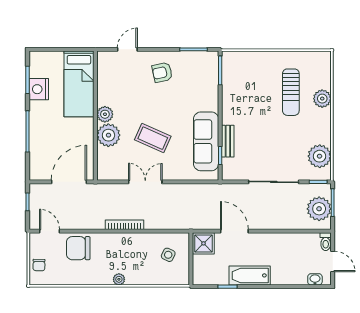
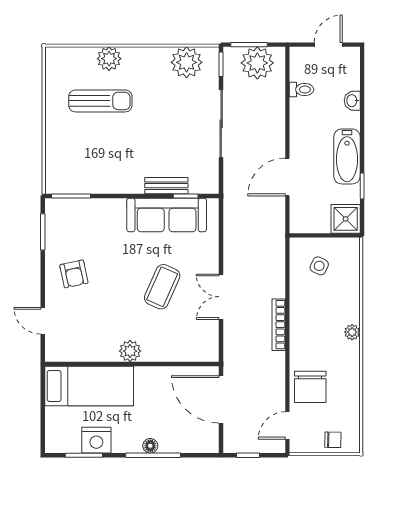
floor lamp: (35, 129) -> (150, 446), added
plant: (108, 135) -> (158, 346), removed
toilet: (326, 242) -> (302, 89), moved
shower: (204, 243) -> (346, 219), moved
washbasin: (315, 279) -> (352, 101), moved

